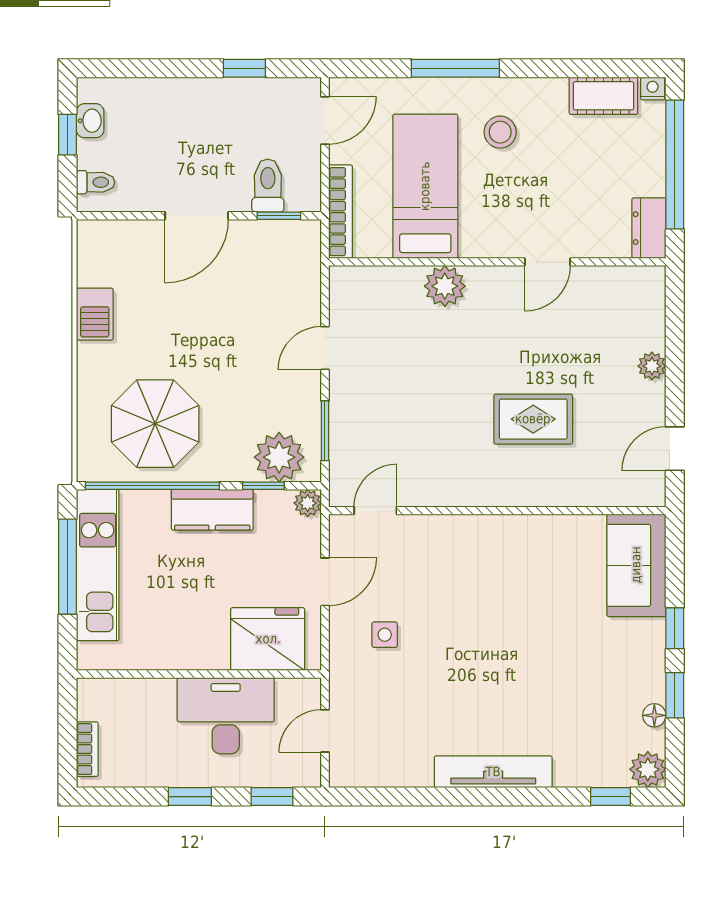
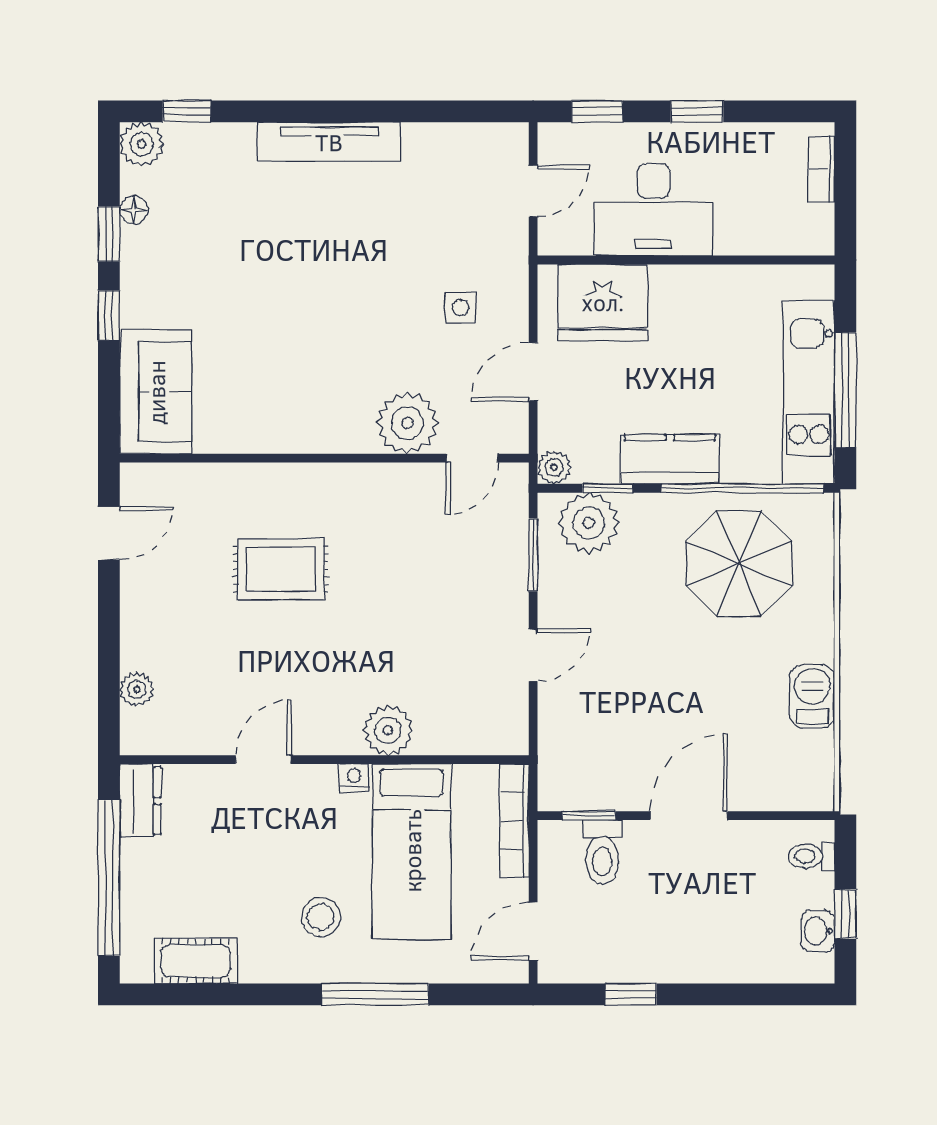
nightstand: (653, 89) -> (354, 778), moved, turned 180
plant: (652, 366) -> (137, 689), moved
plant: (429, 539) -> (407, 423), added

